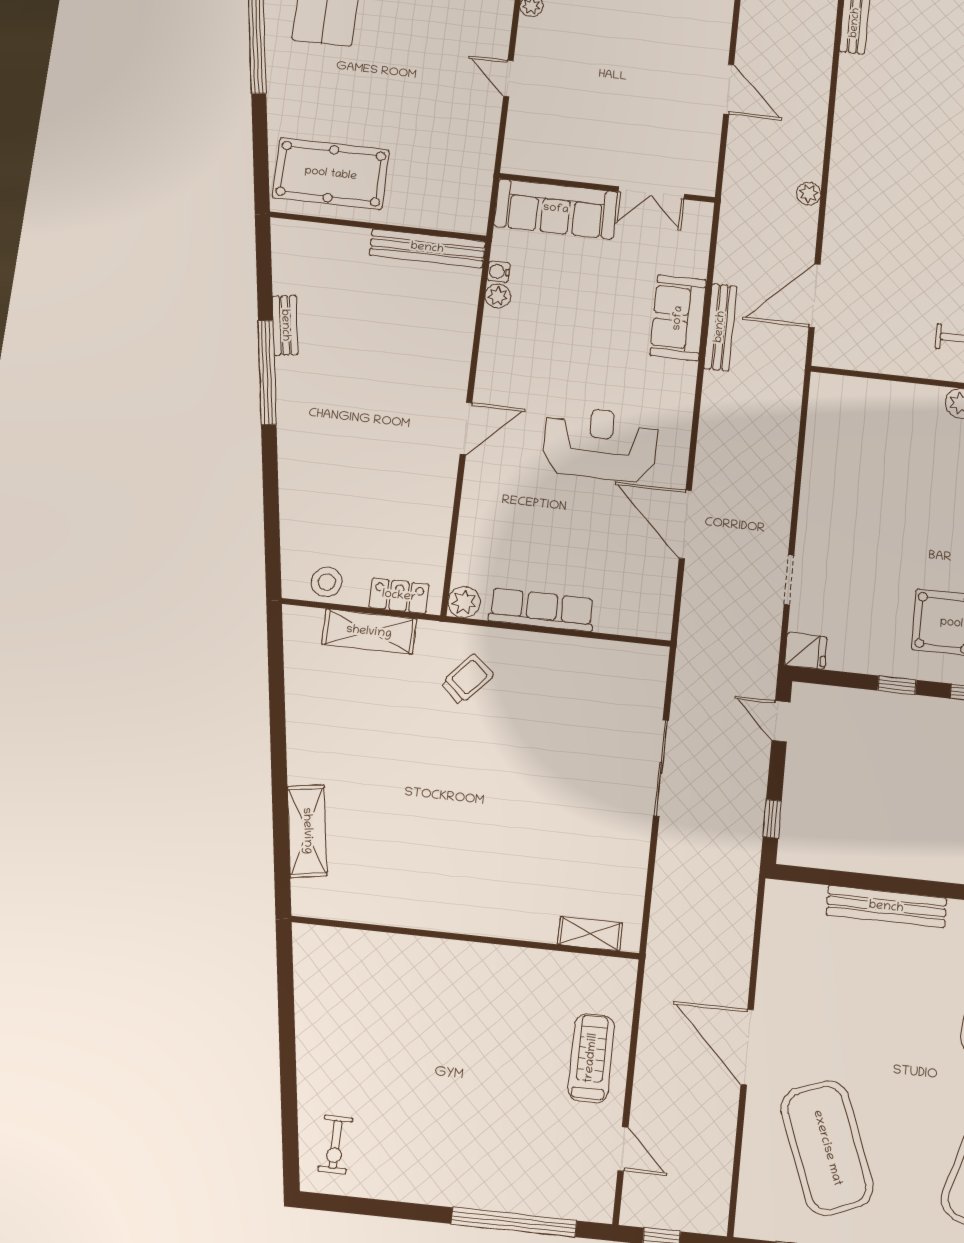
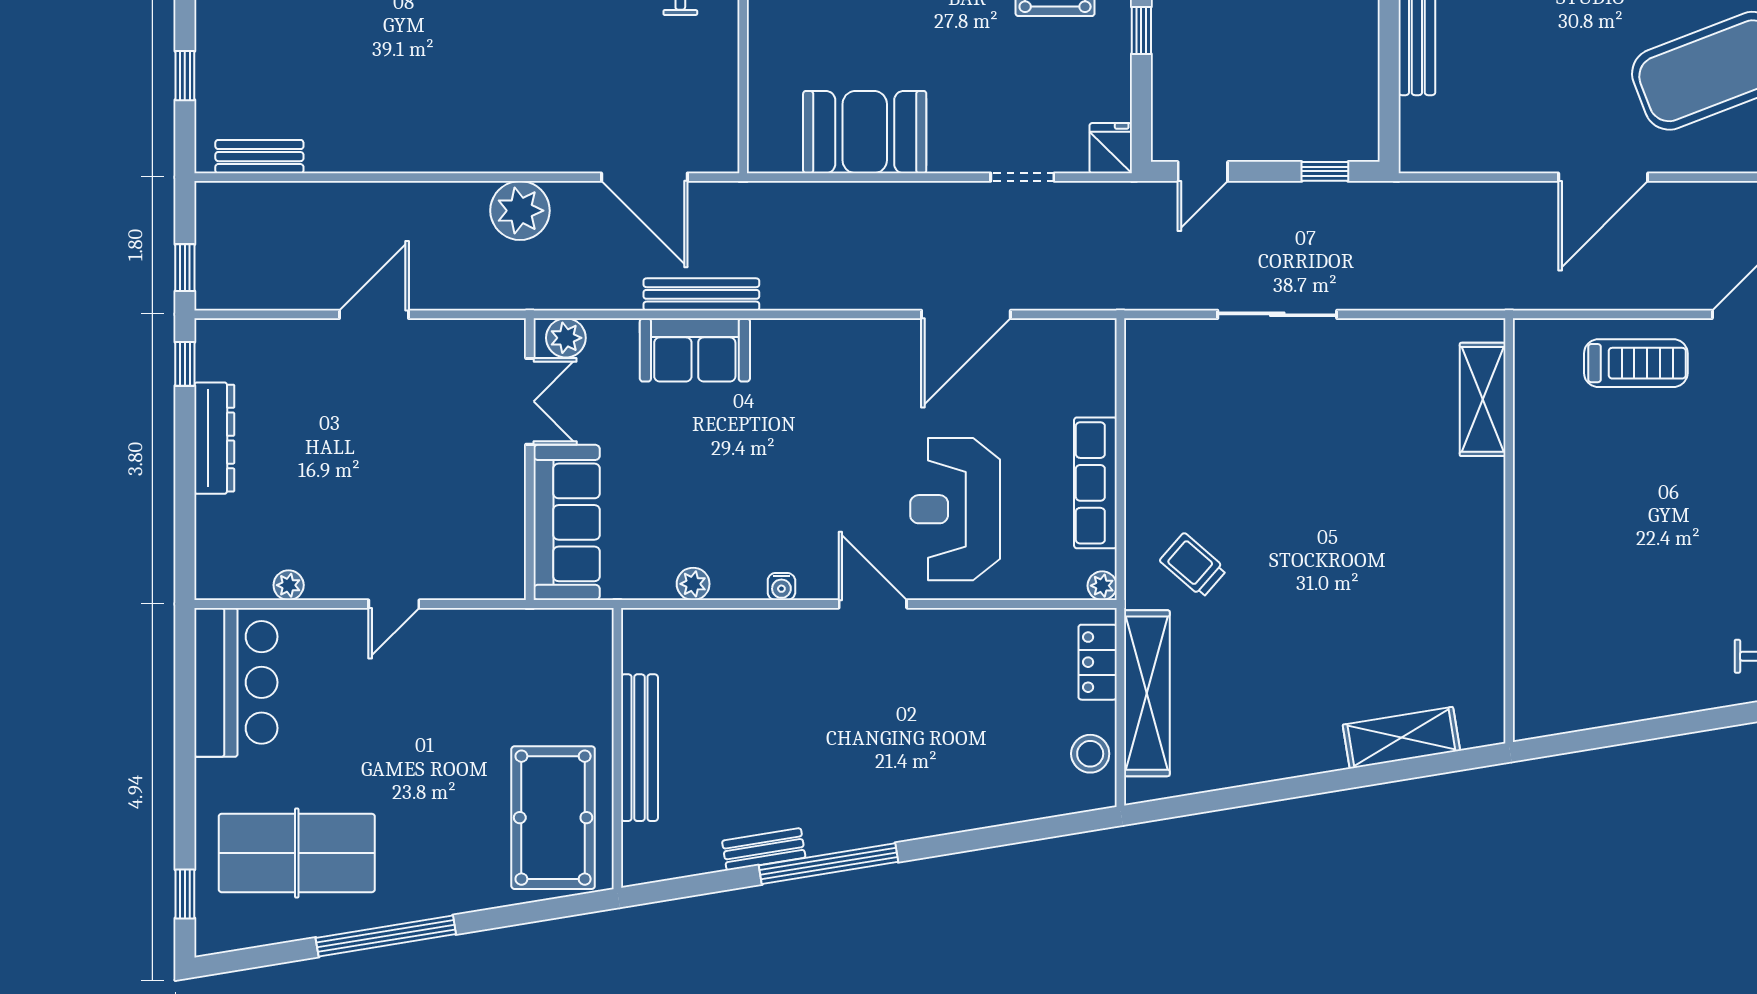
plant: (809, 194) -> (520, 211), width x1.87, depth x1.87
plant: (697, 225) -> (566, 338), added
bench: (427, 248) -> (639, 748), moved
water cooler: (499, 272) -> (781, 586), moved
reception desk: (600, 444) -> (955, 509), moved
booth: (835, 463) -> (865, 132), added
plant: (464, 602) -> (1102, 586), width x0.73, depth x0.73
shelving: (369, 632) -> (1147, 693), width x1.47
shelving: (590, 934) -> (1483, 399), width x1.50, depth x1.33
treadmill: (591, 1058) -> (1636, 363), turned 180

